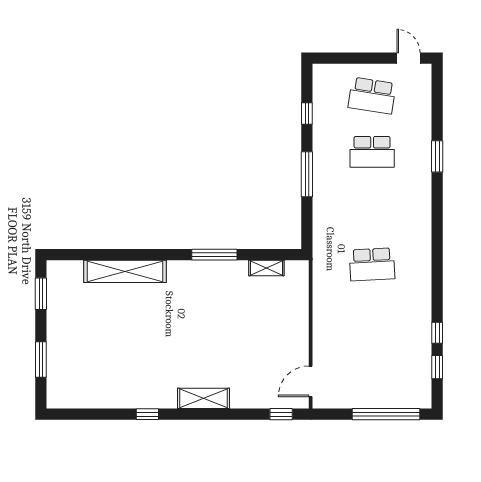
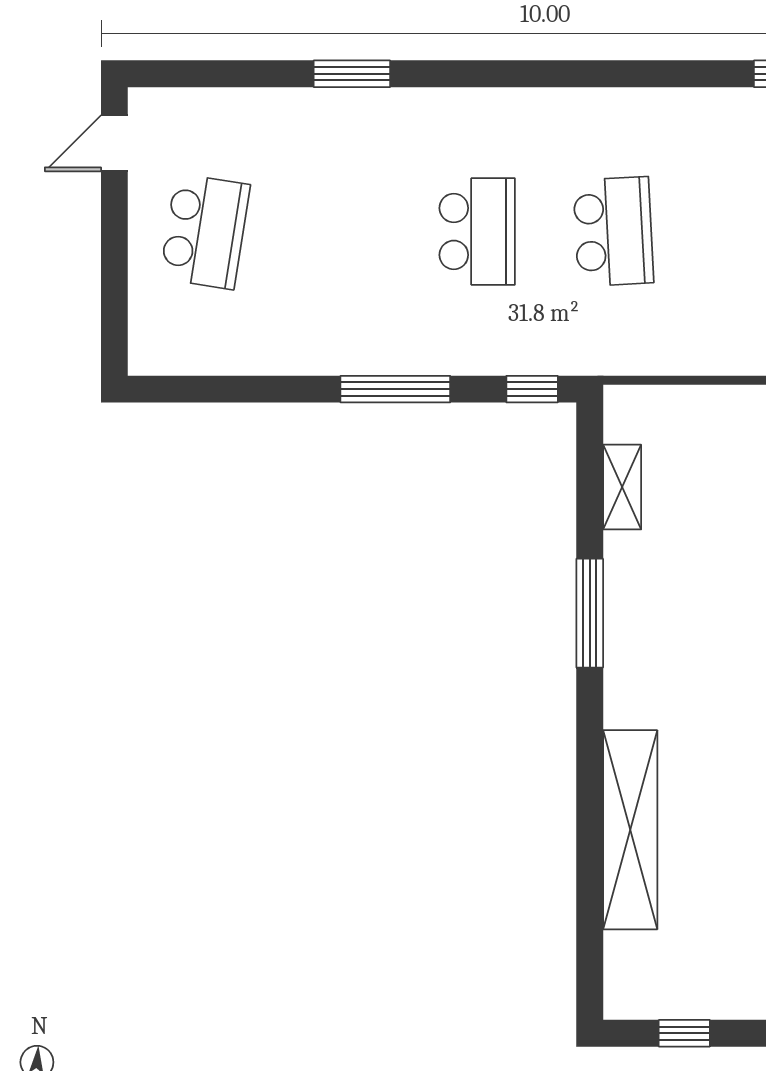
window: (307, 114) -> (532, 389), moved
school desk: (372, 152) -> (477, 231), moved
window: (41, 294) -> (684, 1033), width x0.67

